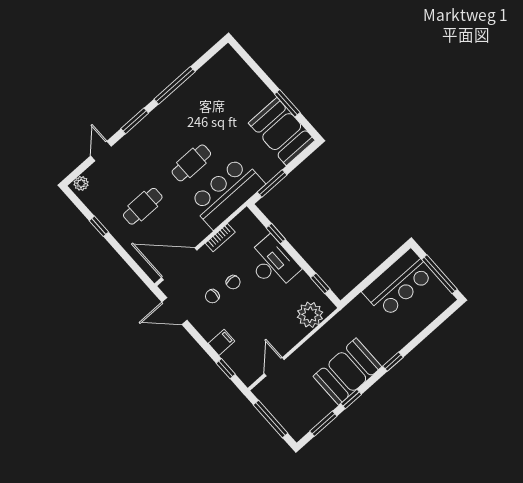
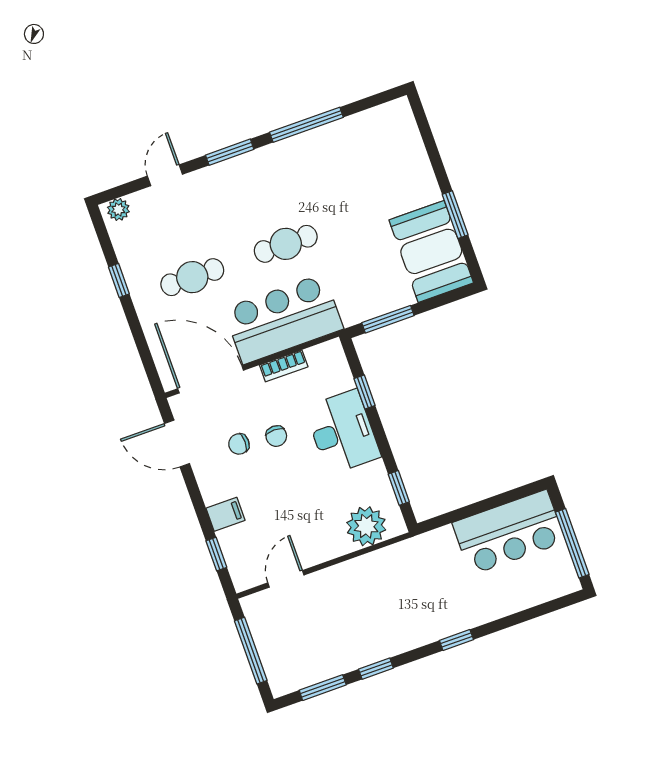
bar counter: (227, 193) -> (283, 319), moved
booth: (347, 372) -> (386, 628), removed

